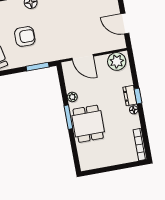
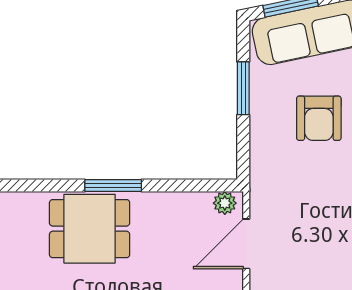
window: (38, 67) -> (243, 88), moved
plant: (72, 97) -> (225, 203), moved

